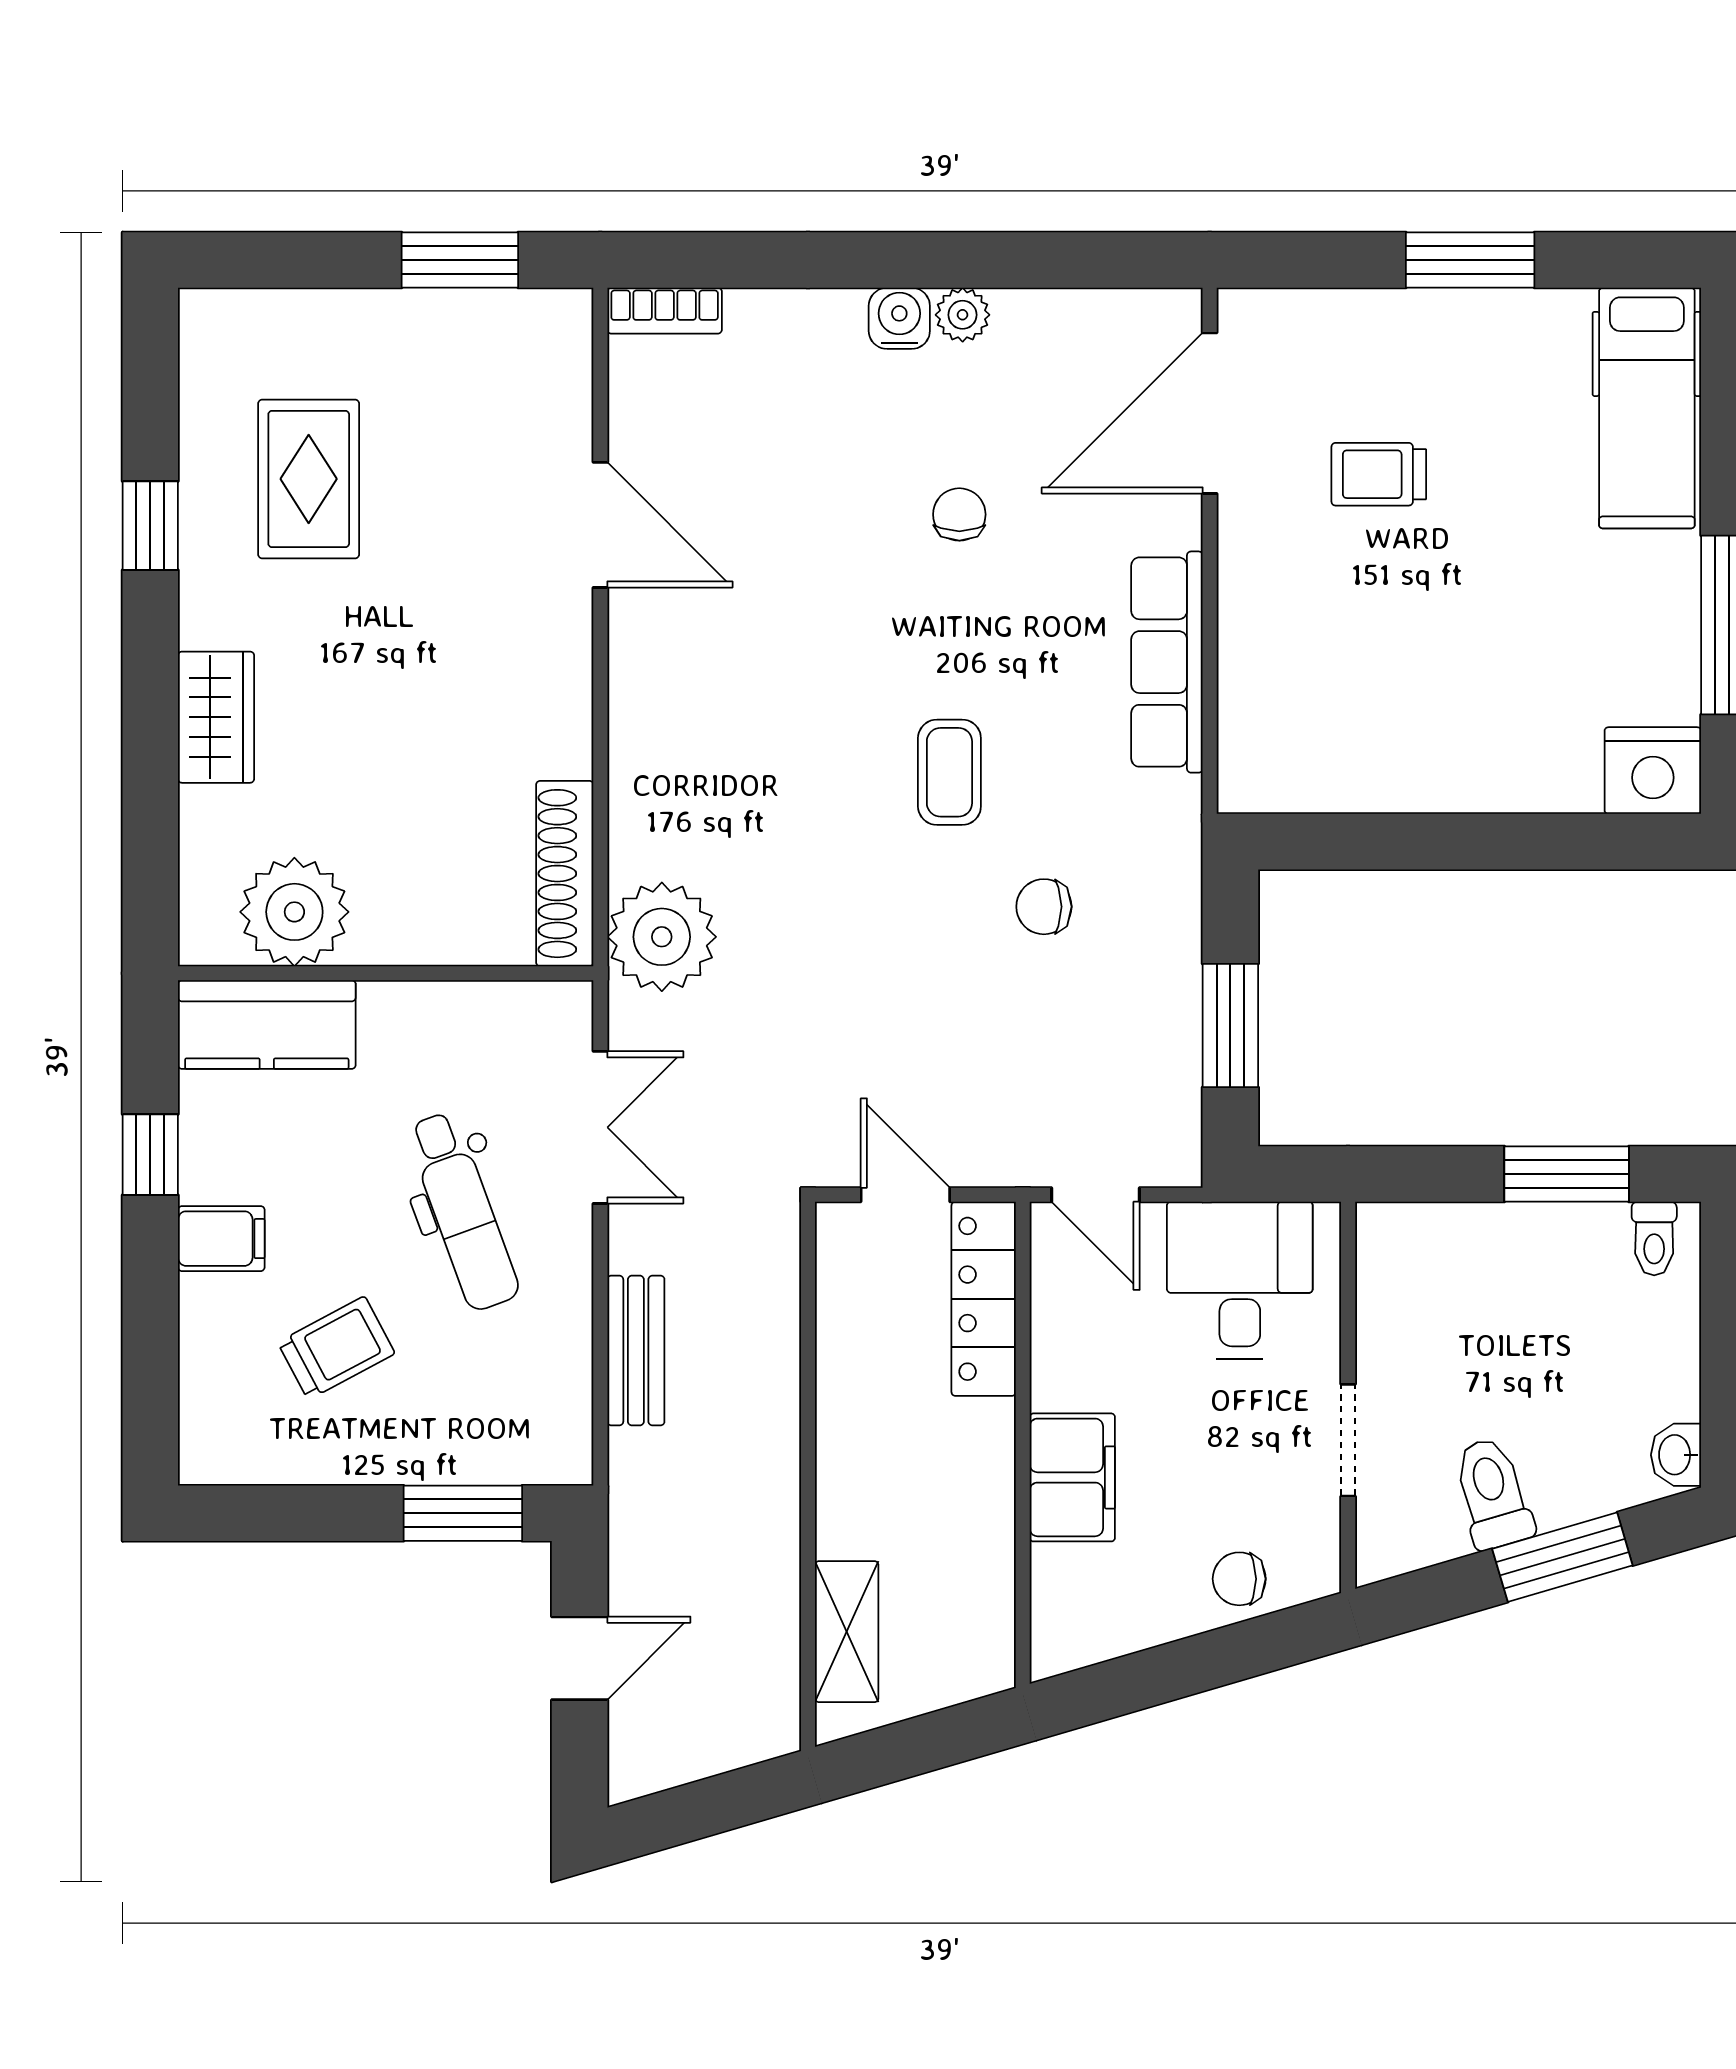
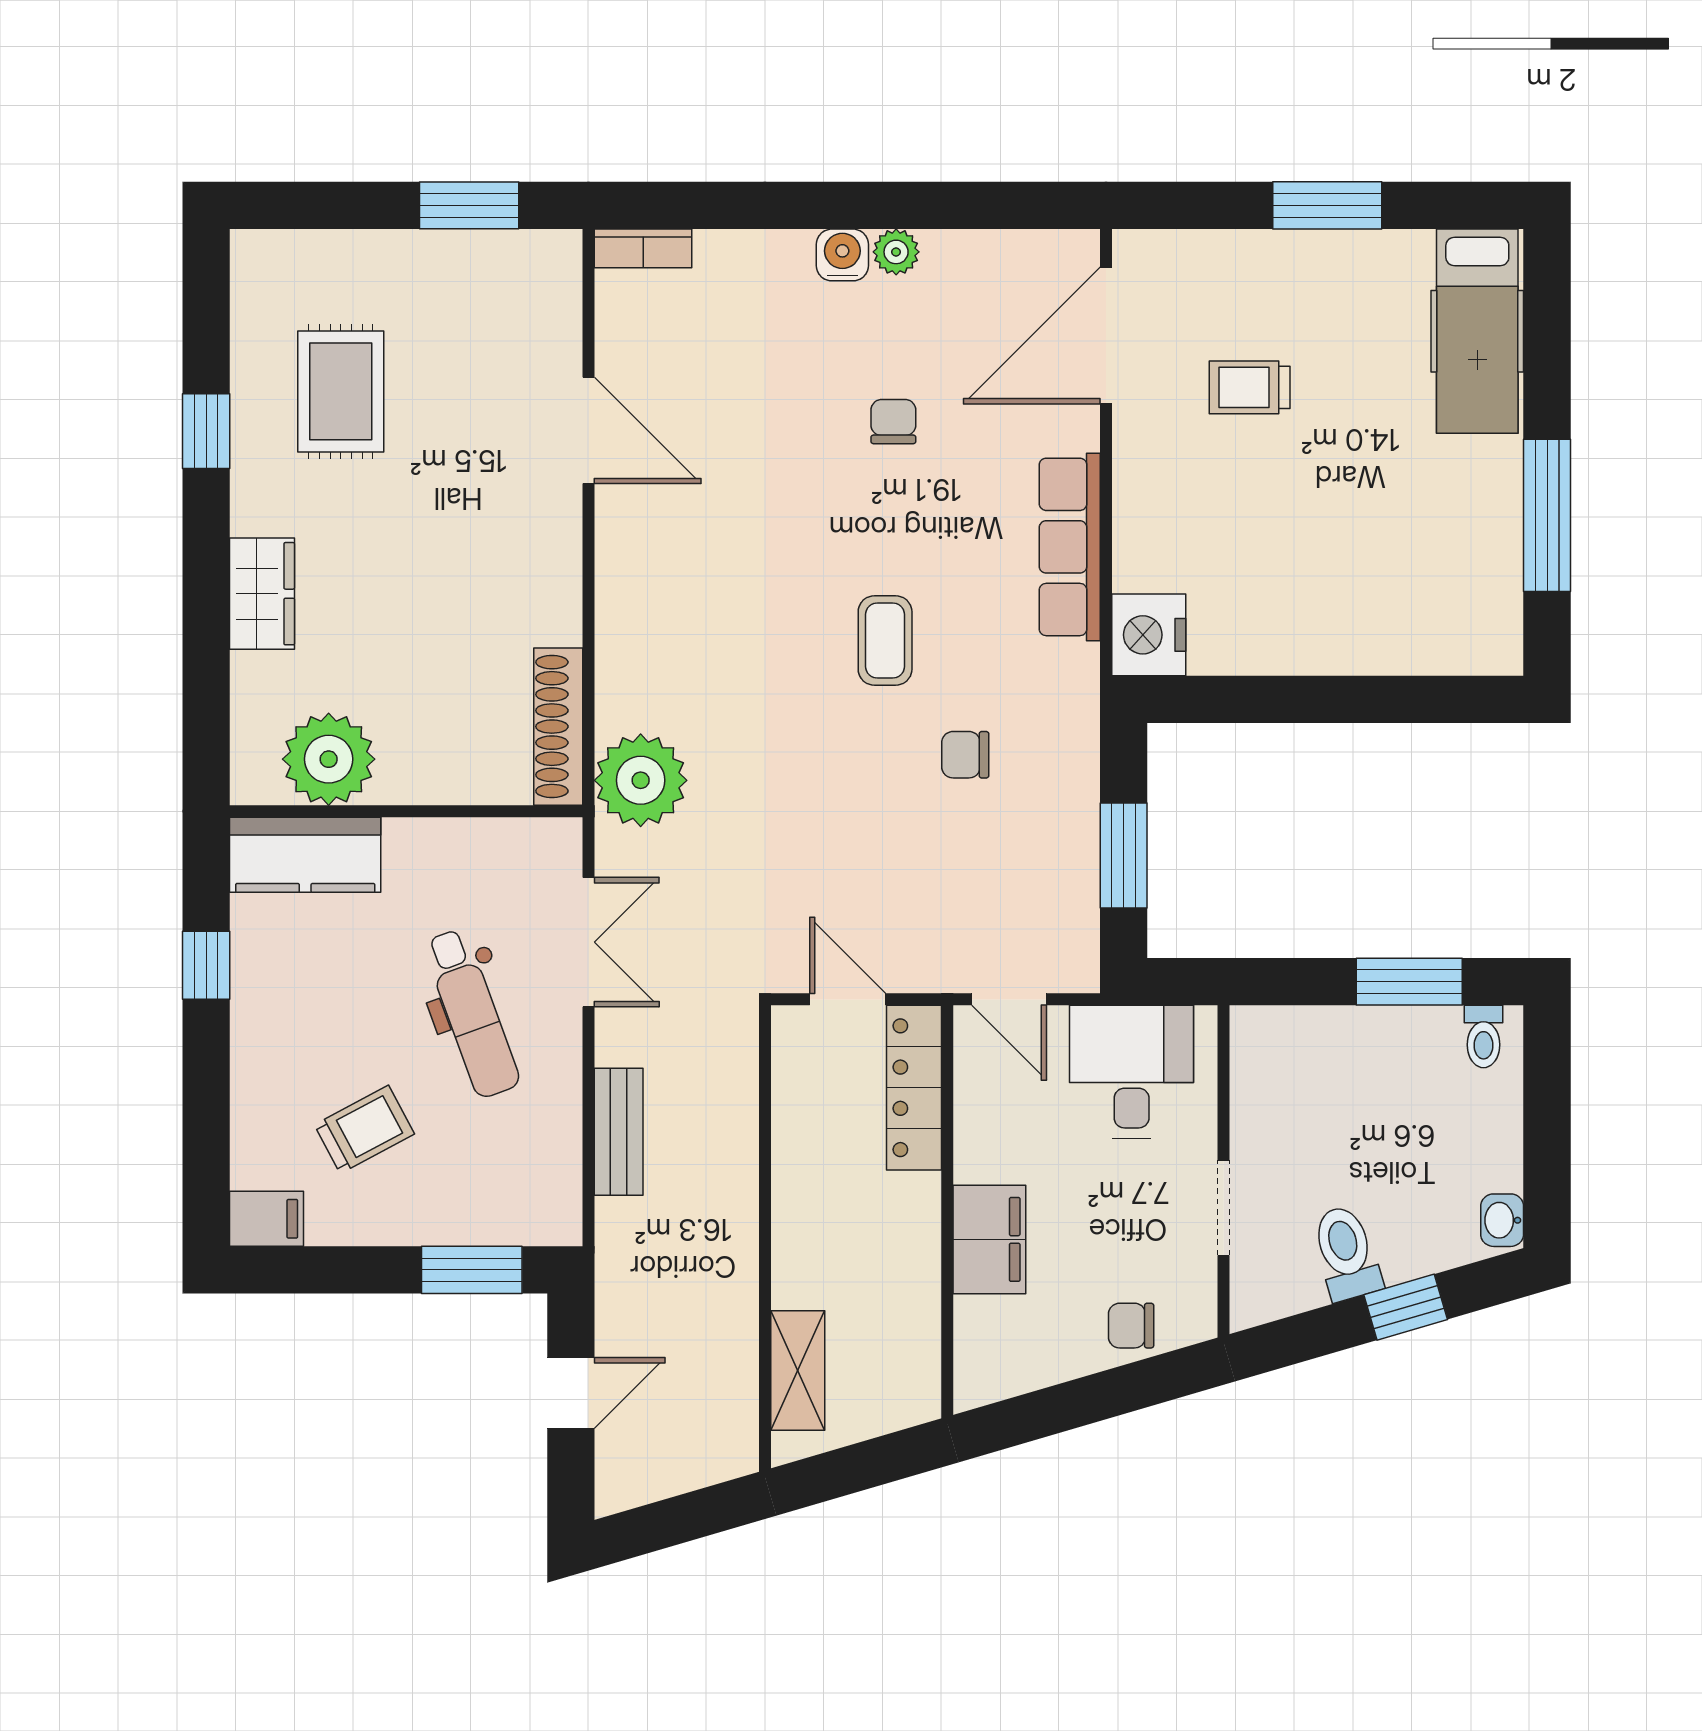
nightstand: (1653, 771) -> (1149, 635), moved, turned 90
filing cabinet: (221, 1239) -> (267, 1219), moved
window: (1562, 1557) -> (1406, 1307), width x0.67

